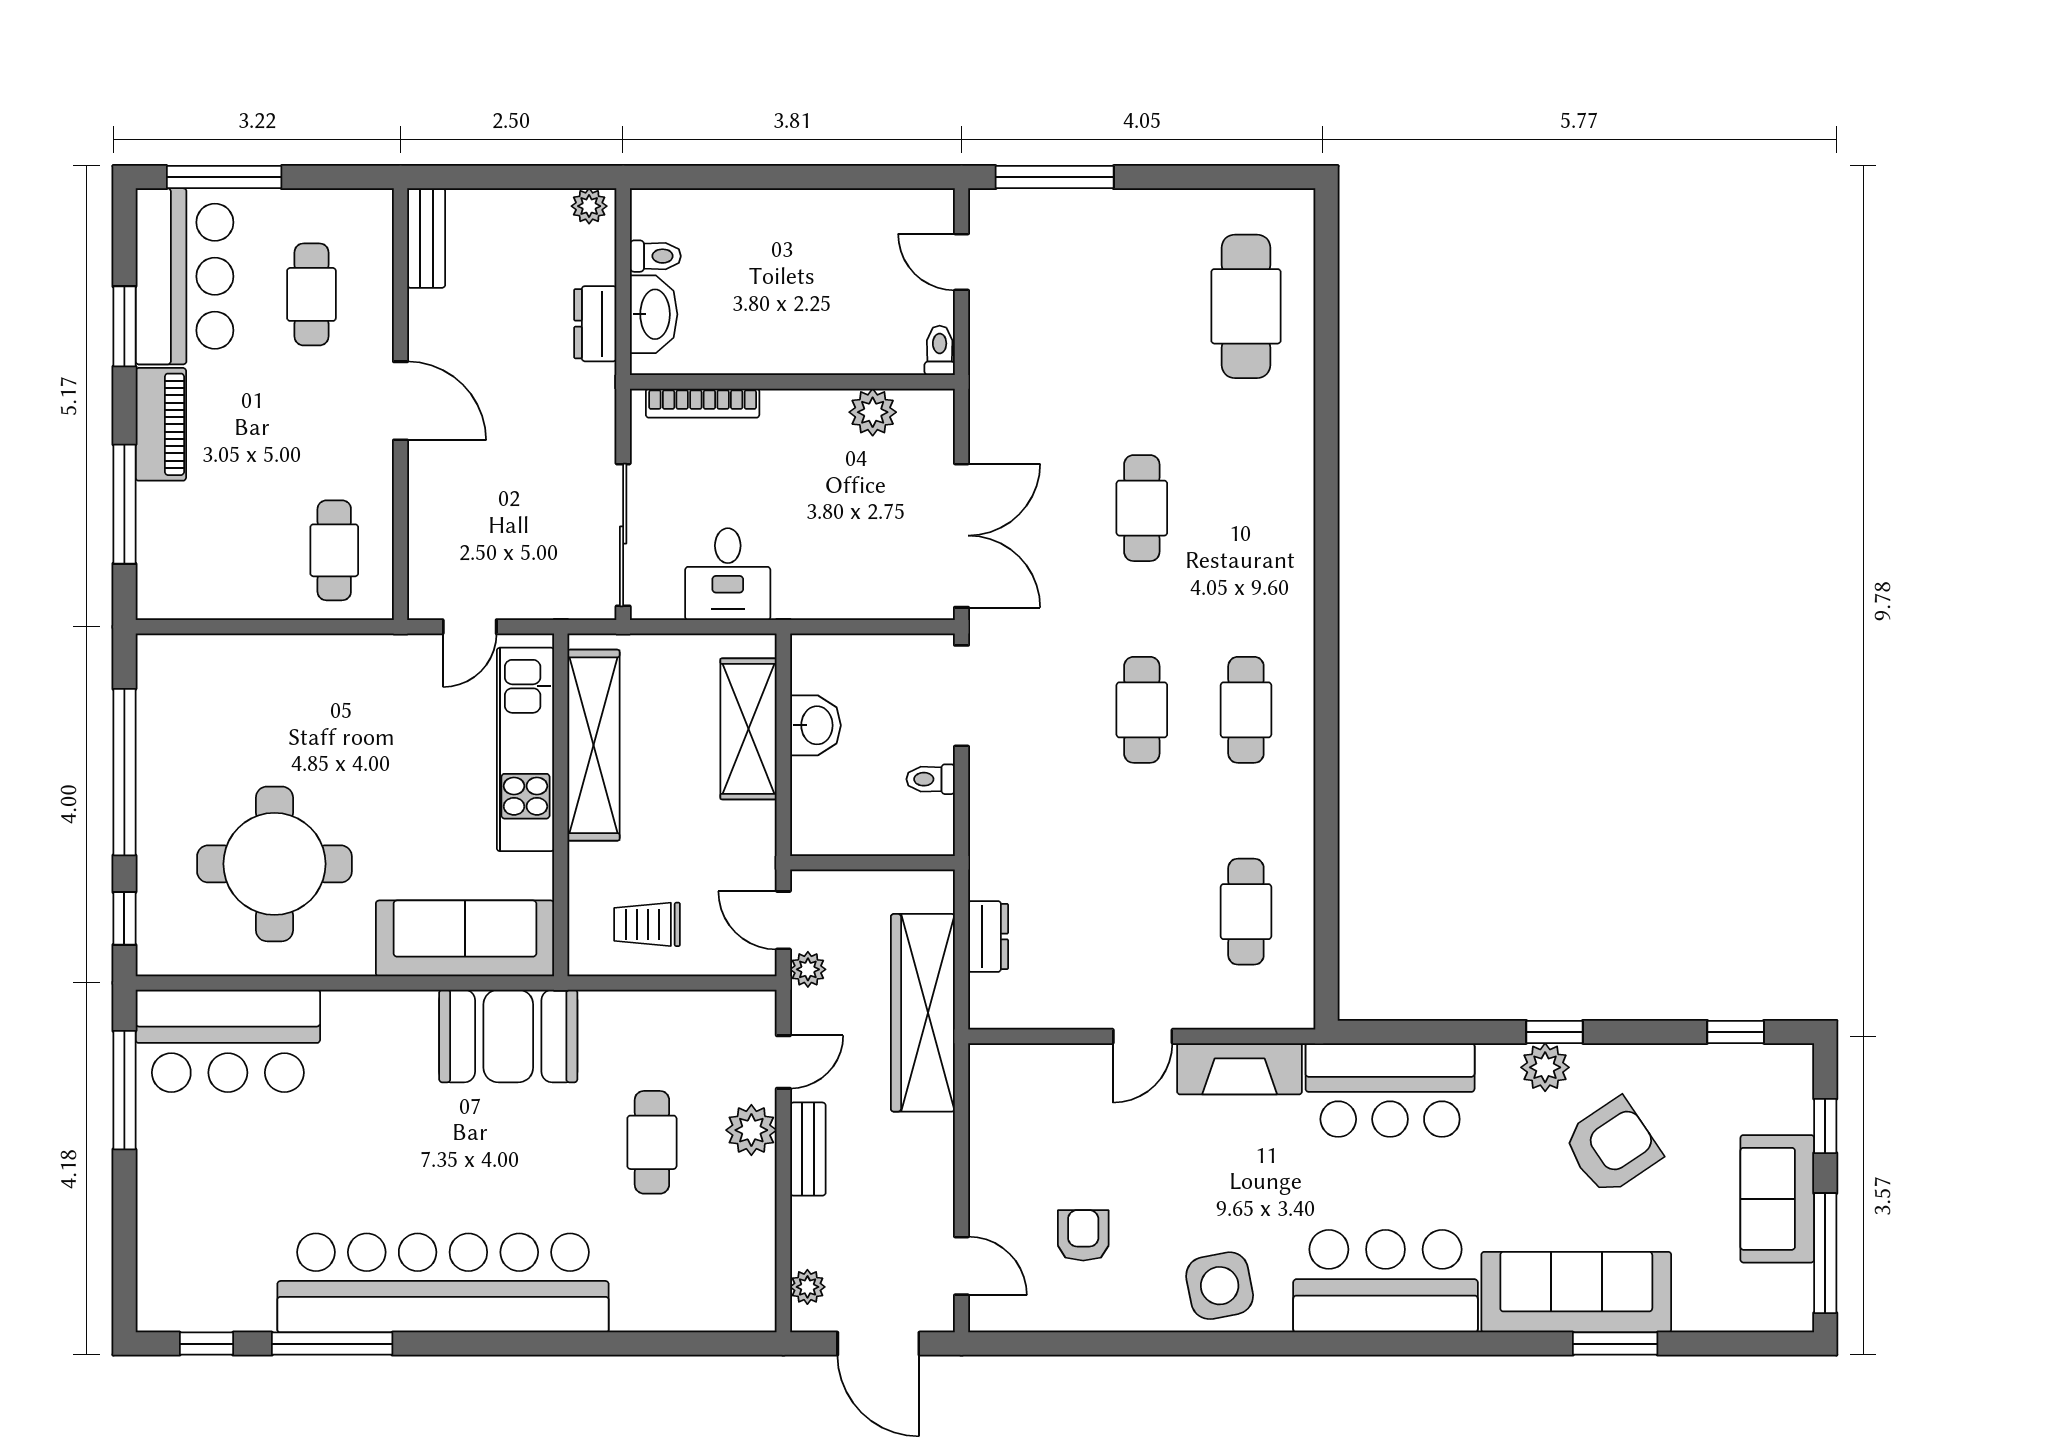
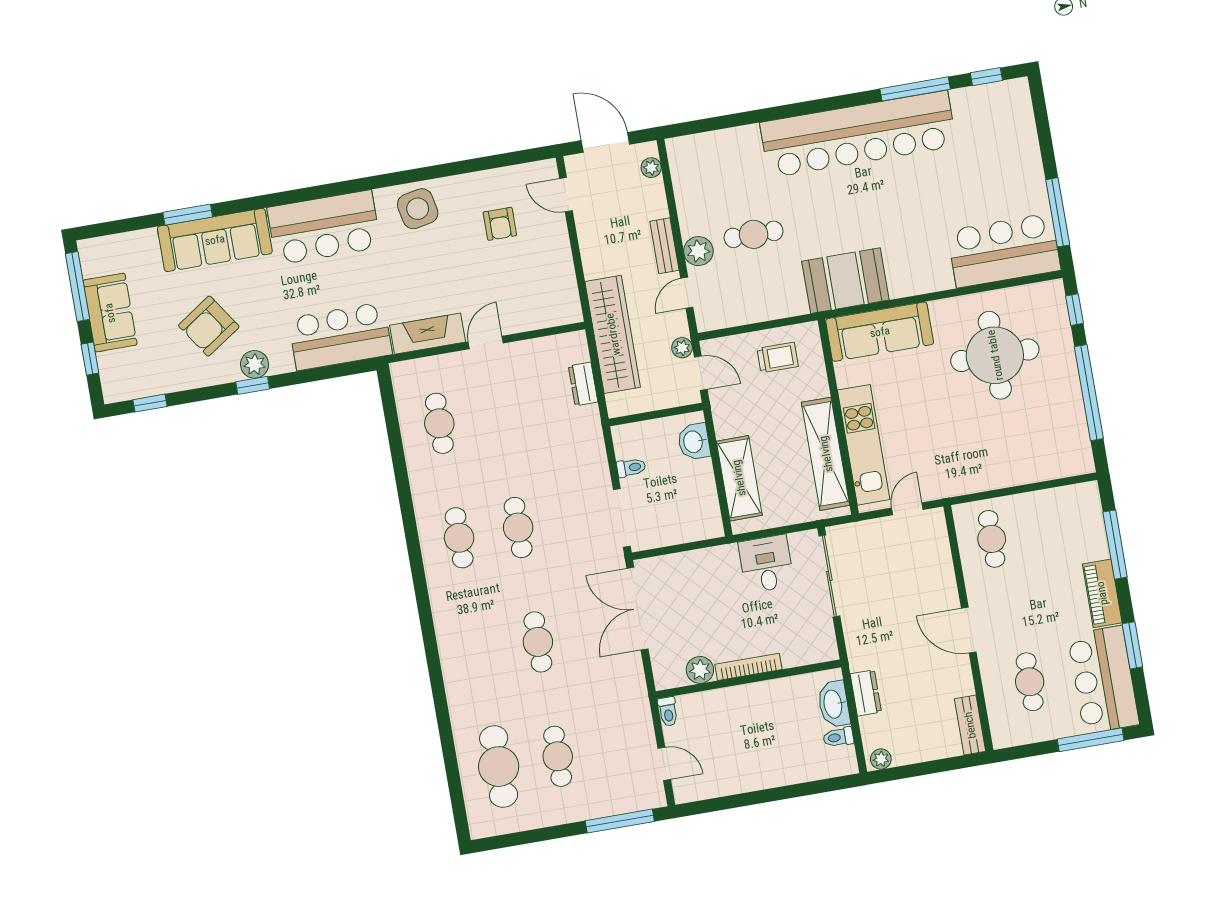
cafe table: (1142, 306) -> (558, 756), added
bookcase: (703, 403) -> (748, 667), moved
washbasin: (815, 725) -> (694, 442), moved
cafe table: (652, 1142) -> (754, 234), turned 90

